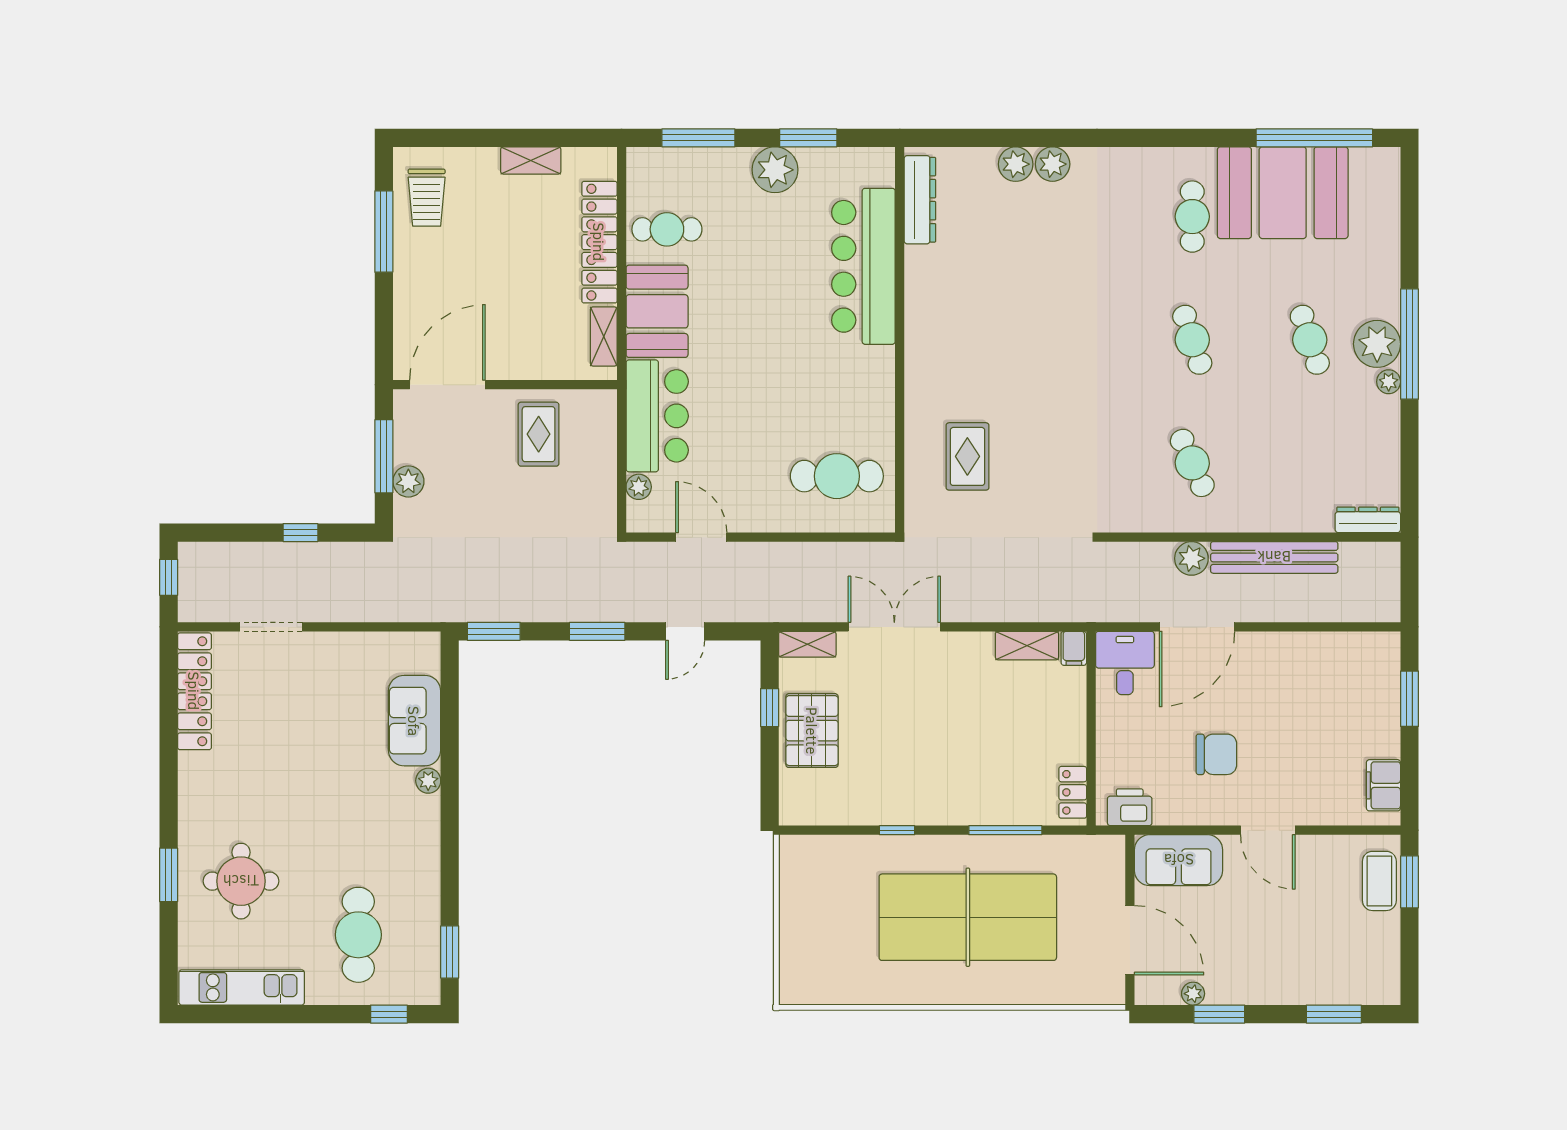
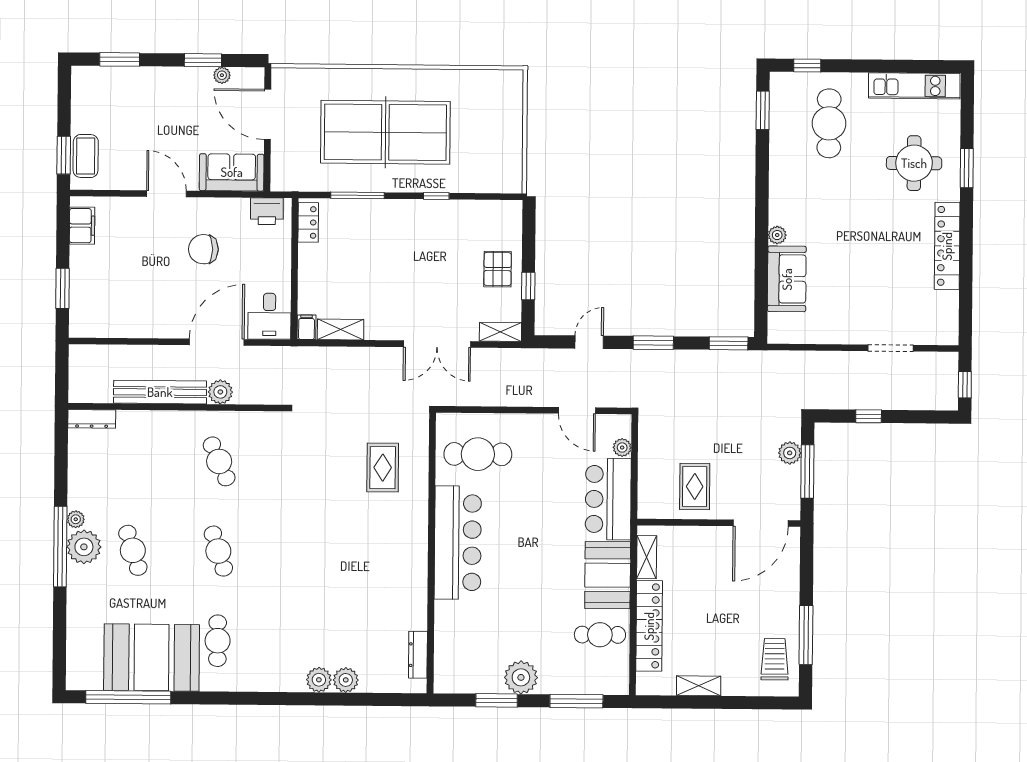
dresser: (920, 200) -> (418, 655), width x0.73, depth x0.80
bar counter: (863, 266) -> (458, 543), moved
locker: (194, 691) -> (947, 246), moved
pallet: (812, 731) -> (498, 269), width x0.67, depth x0.71

